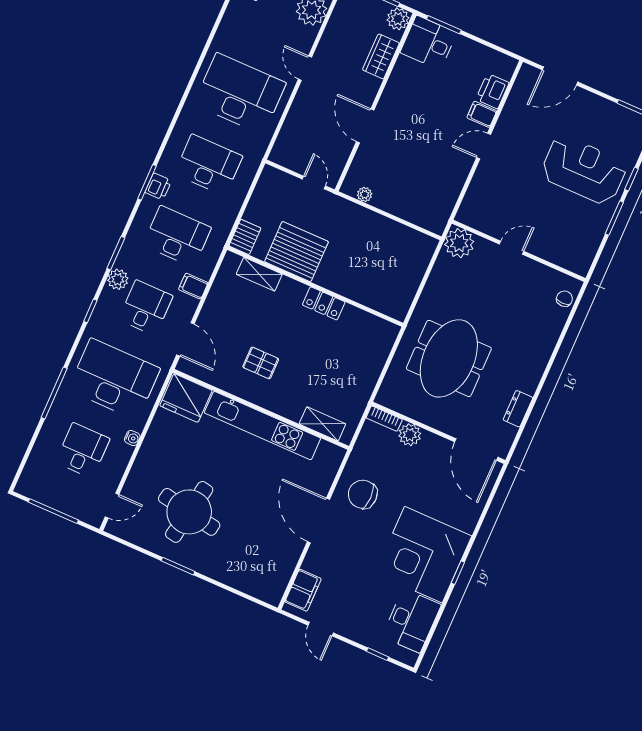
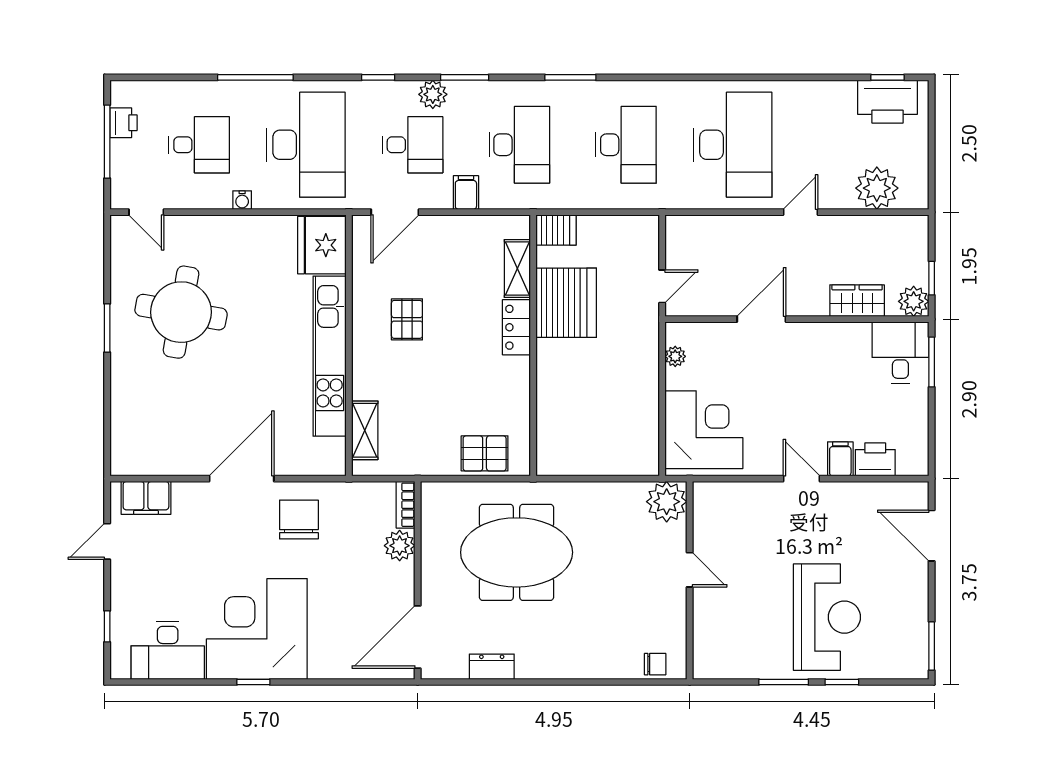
printer: (158, 187) -> (123, 123), moved, turned -90
corner desk: (422, 197) -> (704, 430), added
locker: (324, 303) -> (516, 327), moved
pallet: (373, 351) -> (485, 453), added

